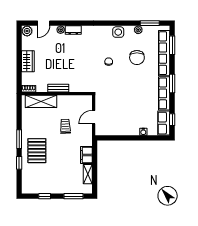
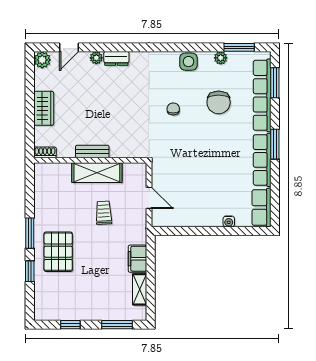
shelving: (41, 101) -> (97, 173), moved
door: (94, 117) -> (149, 198), swing flipped
window: (172, 120) -> (275, 202), removed

